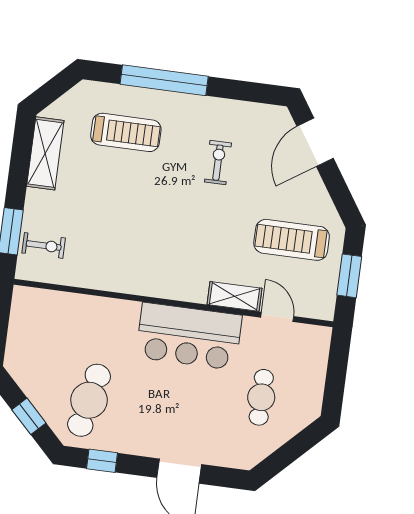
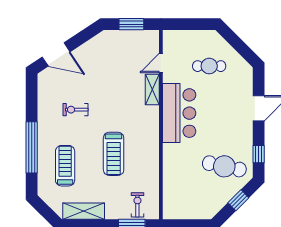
treadmill: (292, 240) -> (114, 154), moved

